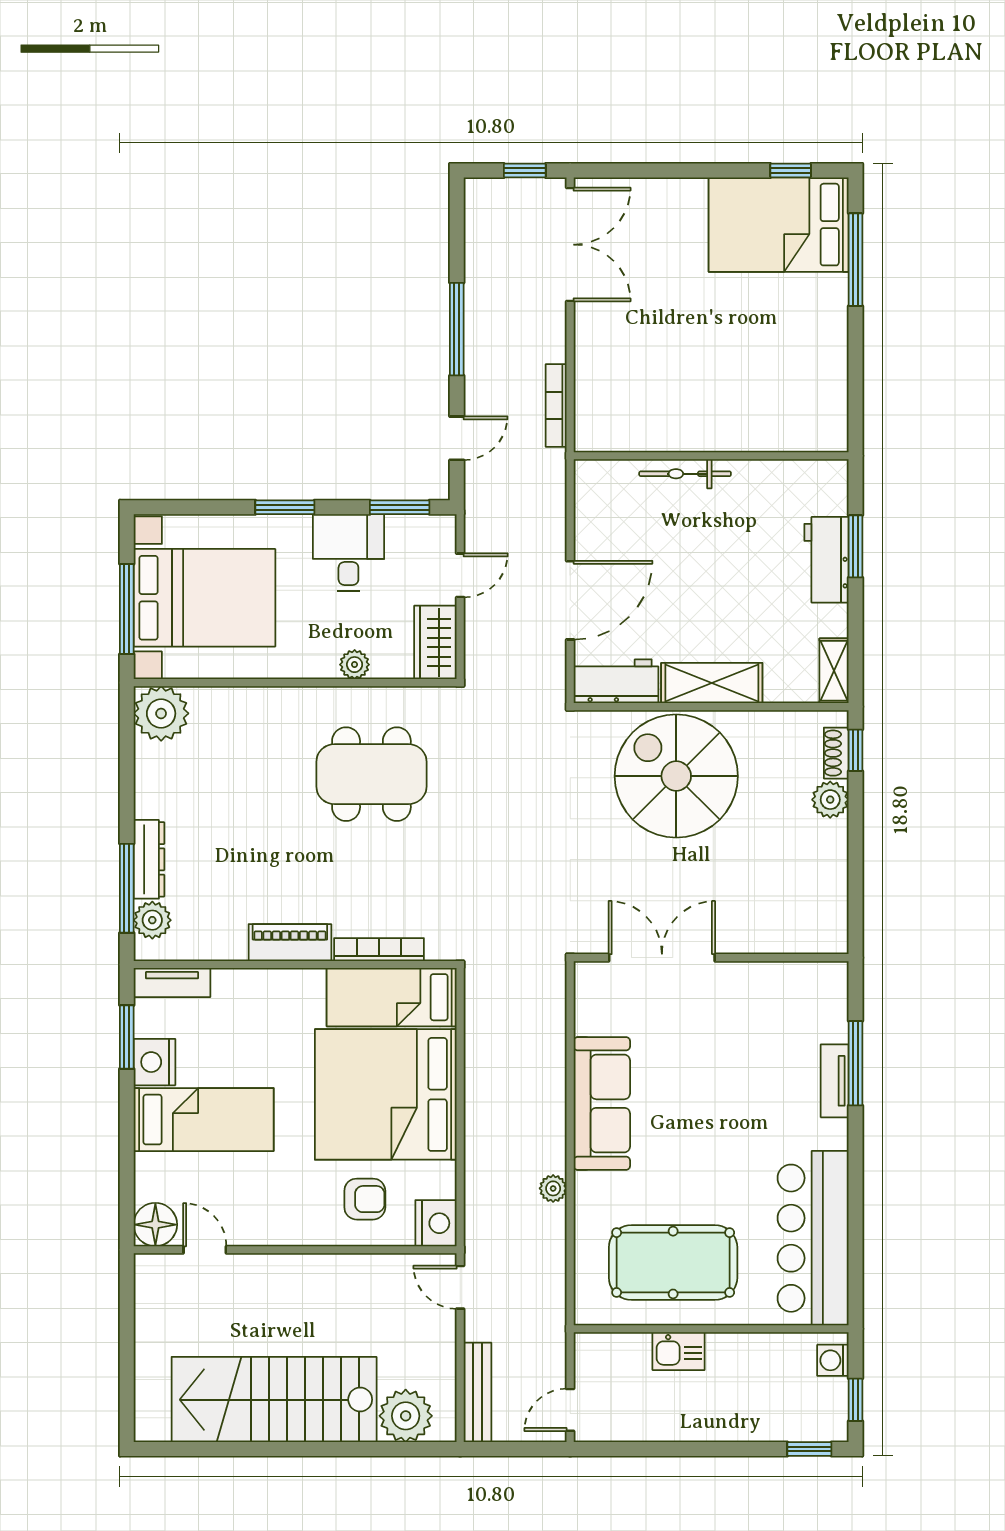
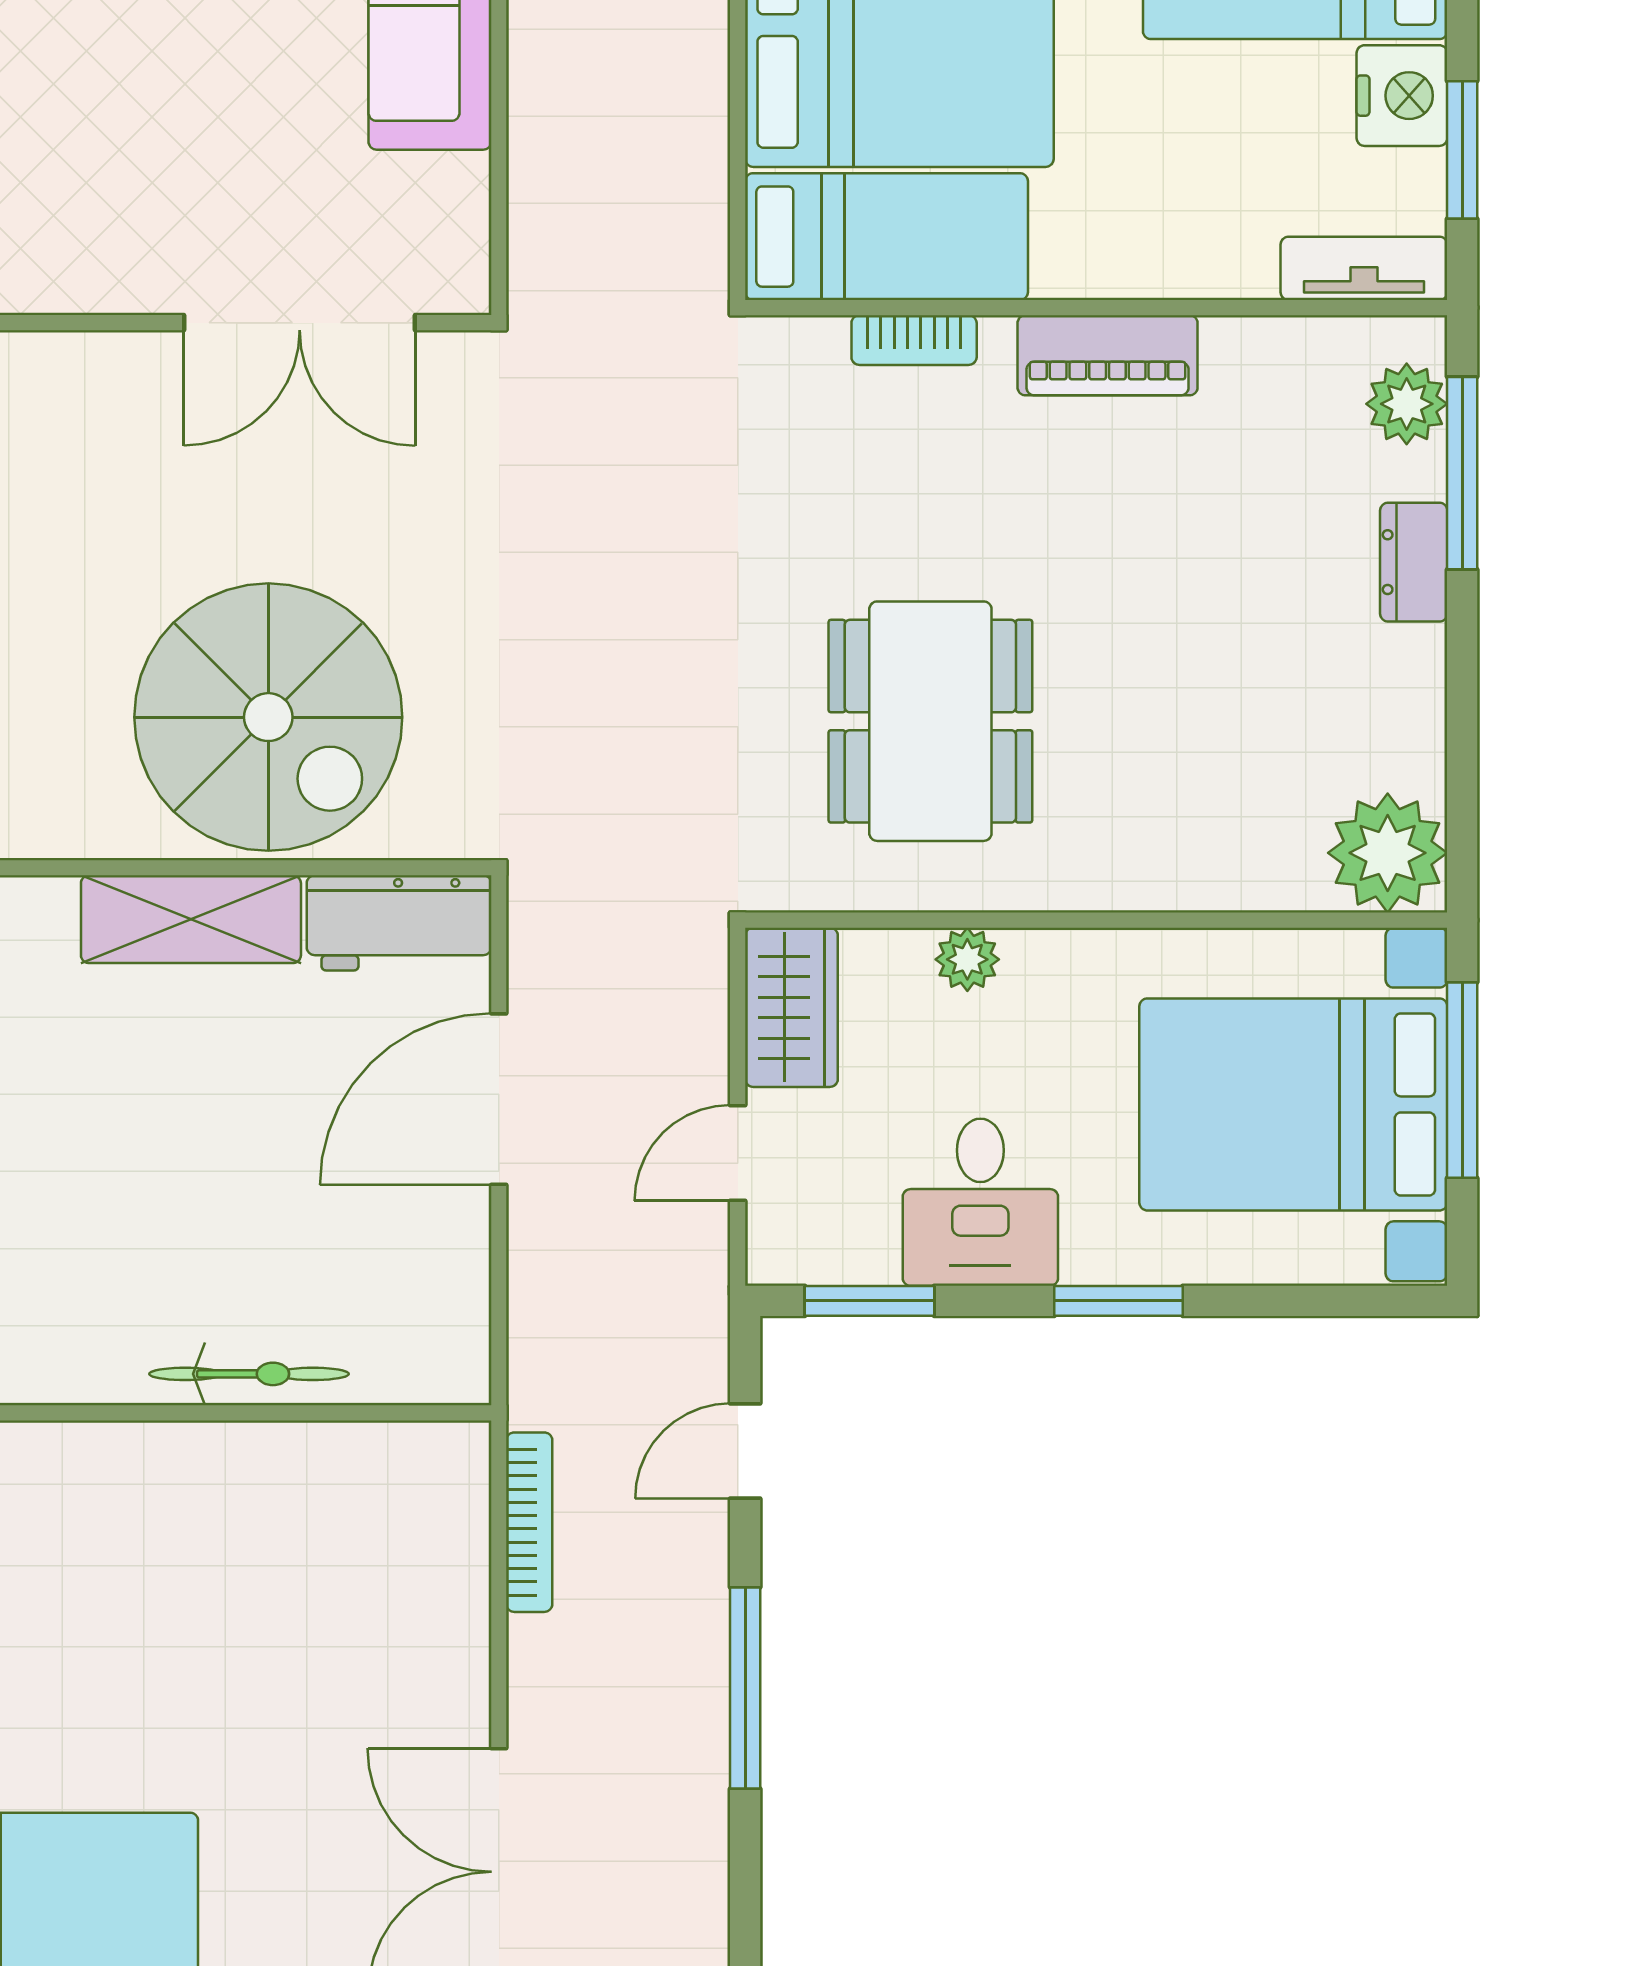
dining table: (371, 774) -> (930, 721), turned 90
dresser: (149, 859) -> (1414, 562), width x0.70
bookcase: (379, 950) -> (914, 340), width x0.64

